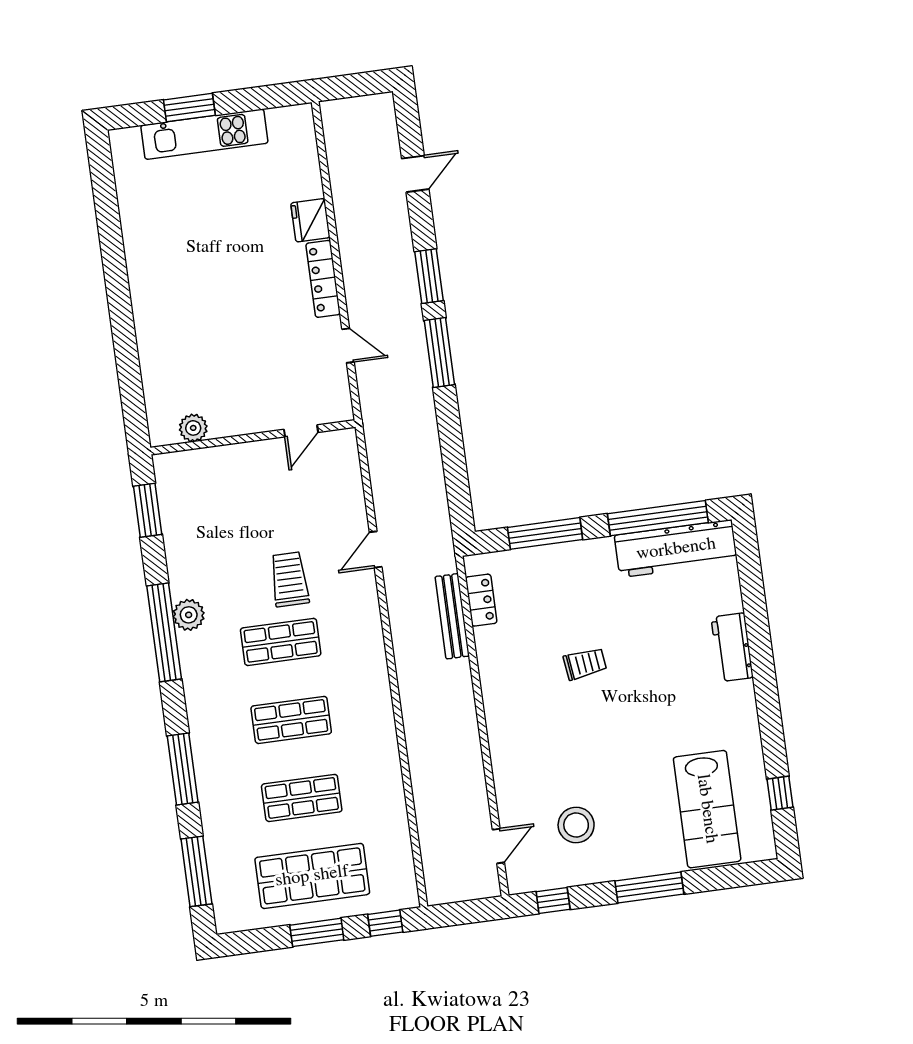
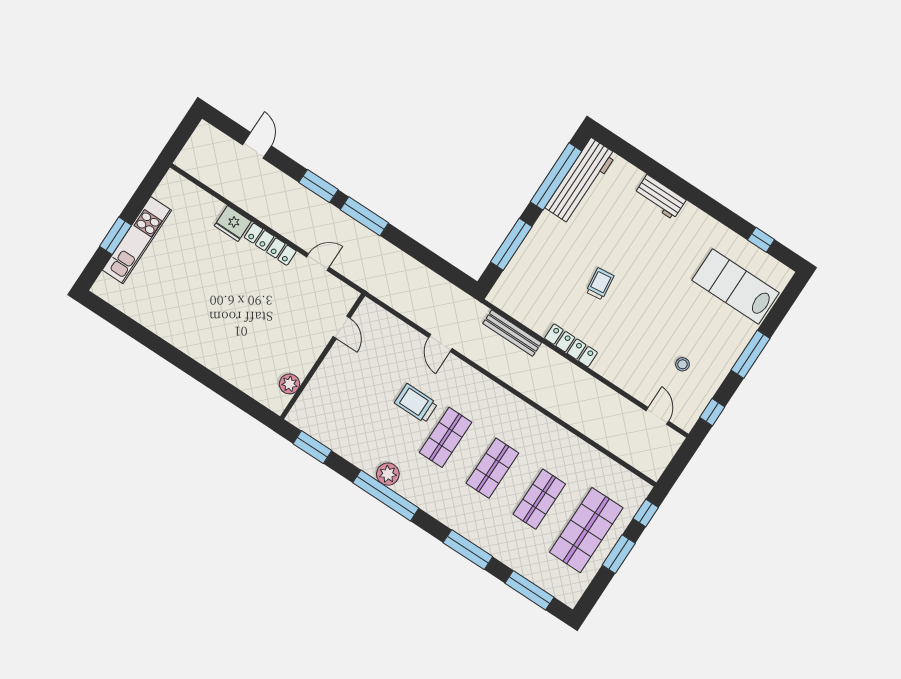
locker: (481, 600) -> (571, 345), moved, width x1.53
lab bench: (707, 809) -> (735, 286), turned 180
stool: (576, 825) -> (682, 364), width x0.53, depth x0.53

